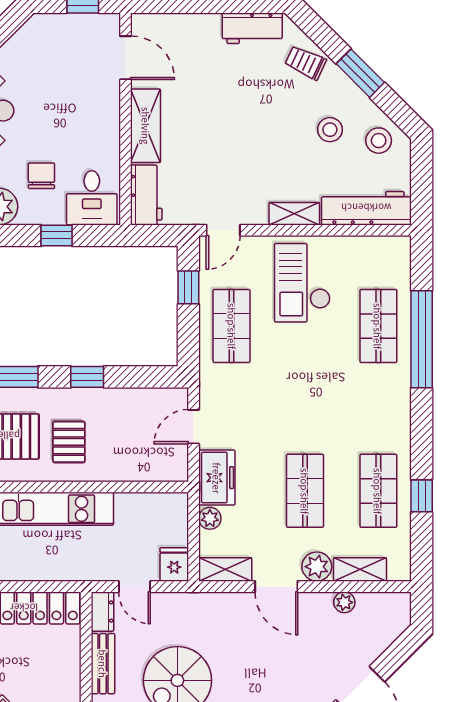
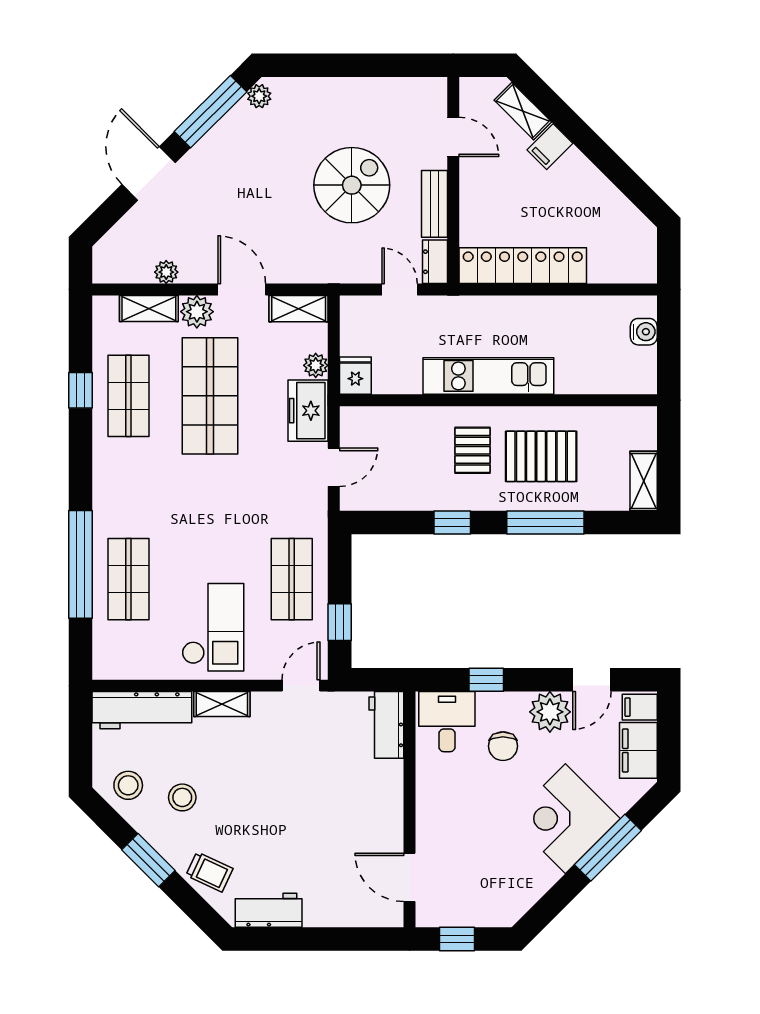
shelving: (146, 126) -> (387, 802), removed
shop shelf: (305, 491) -> (210, 396), width x1.43, depth x1.36
fridge: (174, 564) -> (355, 376), moved, turned 180

